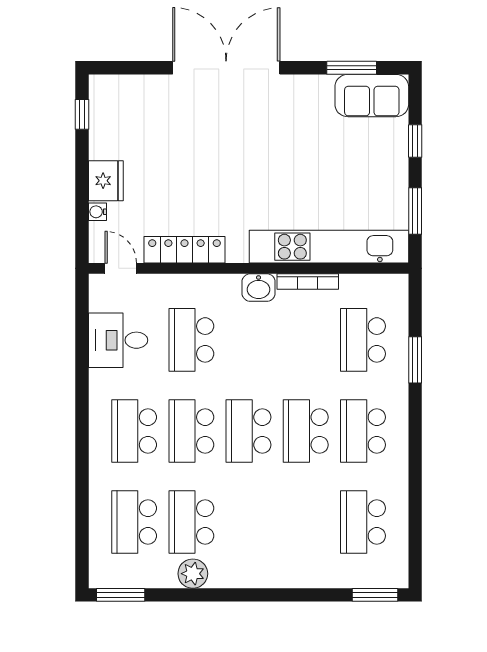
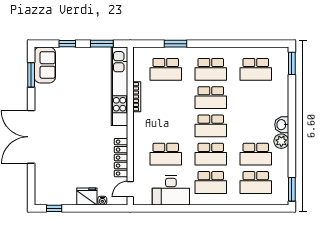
washbasin: (259, 288) -> (282, 125), moved, turned 180
desk: (118, 340) -> (171, 190), width x1.37
plant: (193, 574) -> (281, 141), moved

